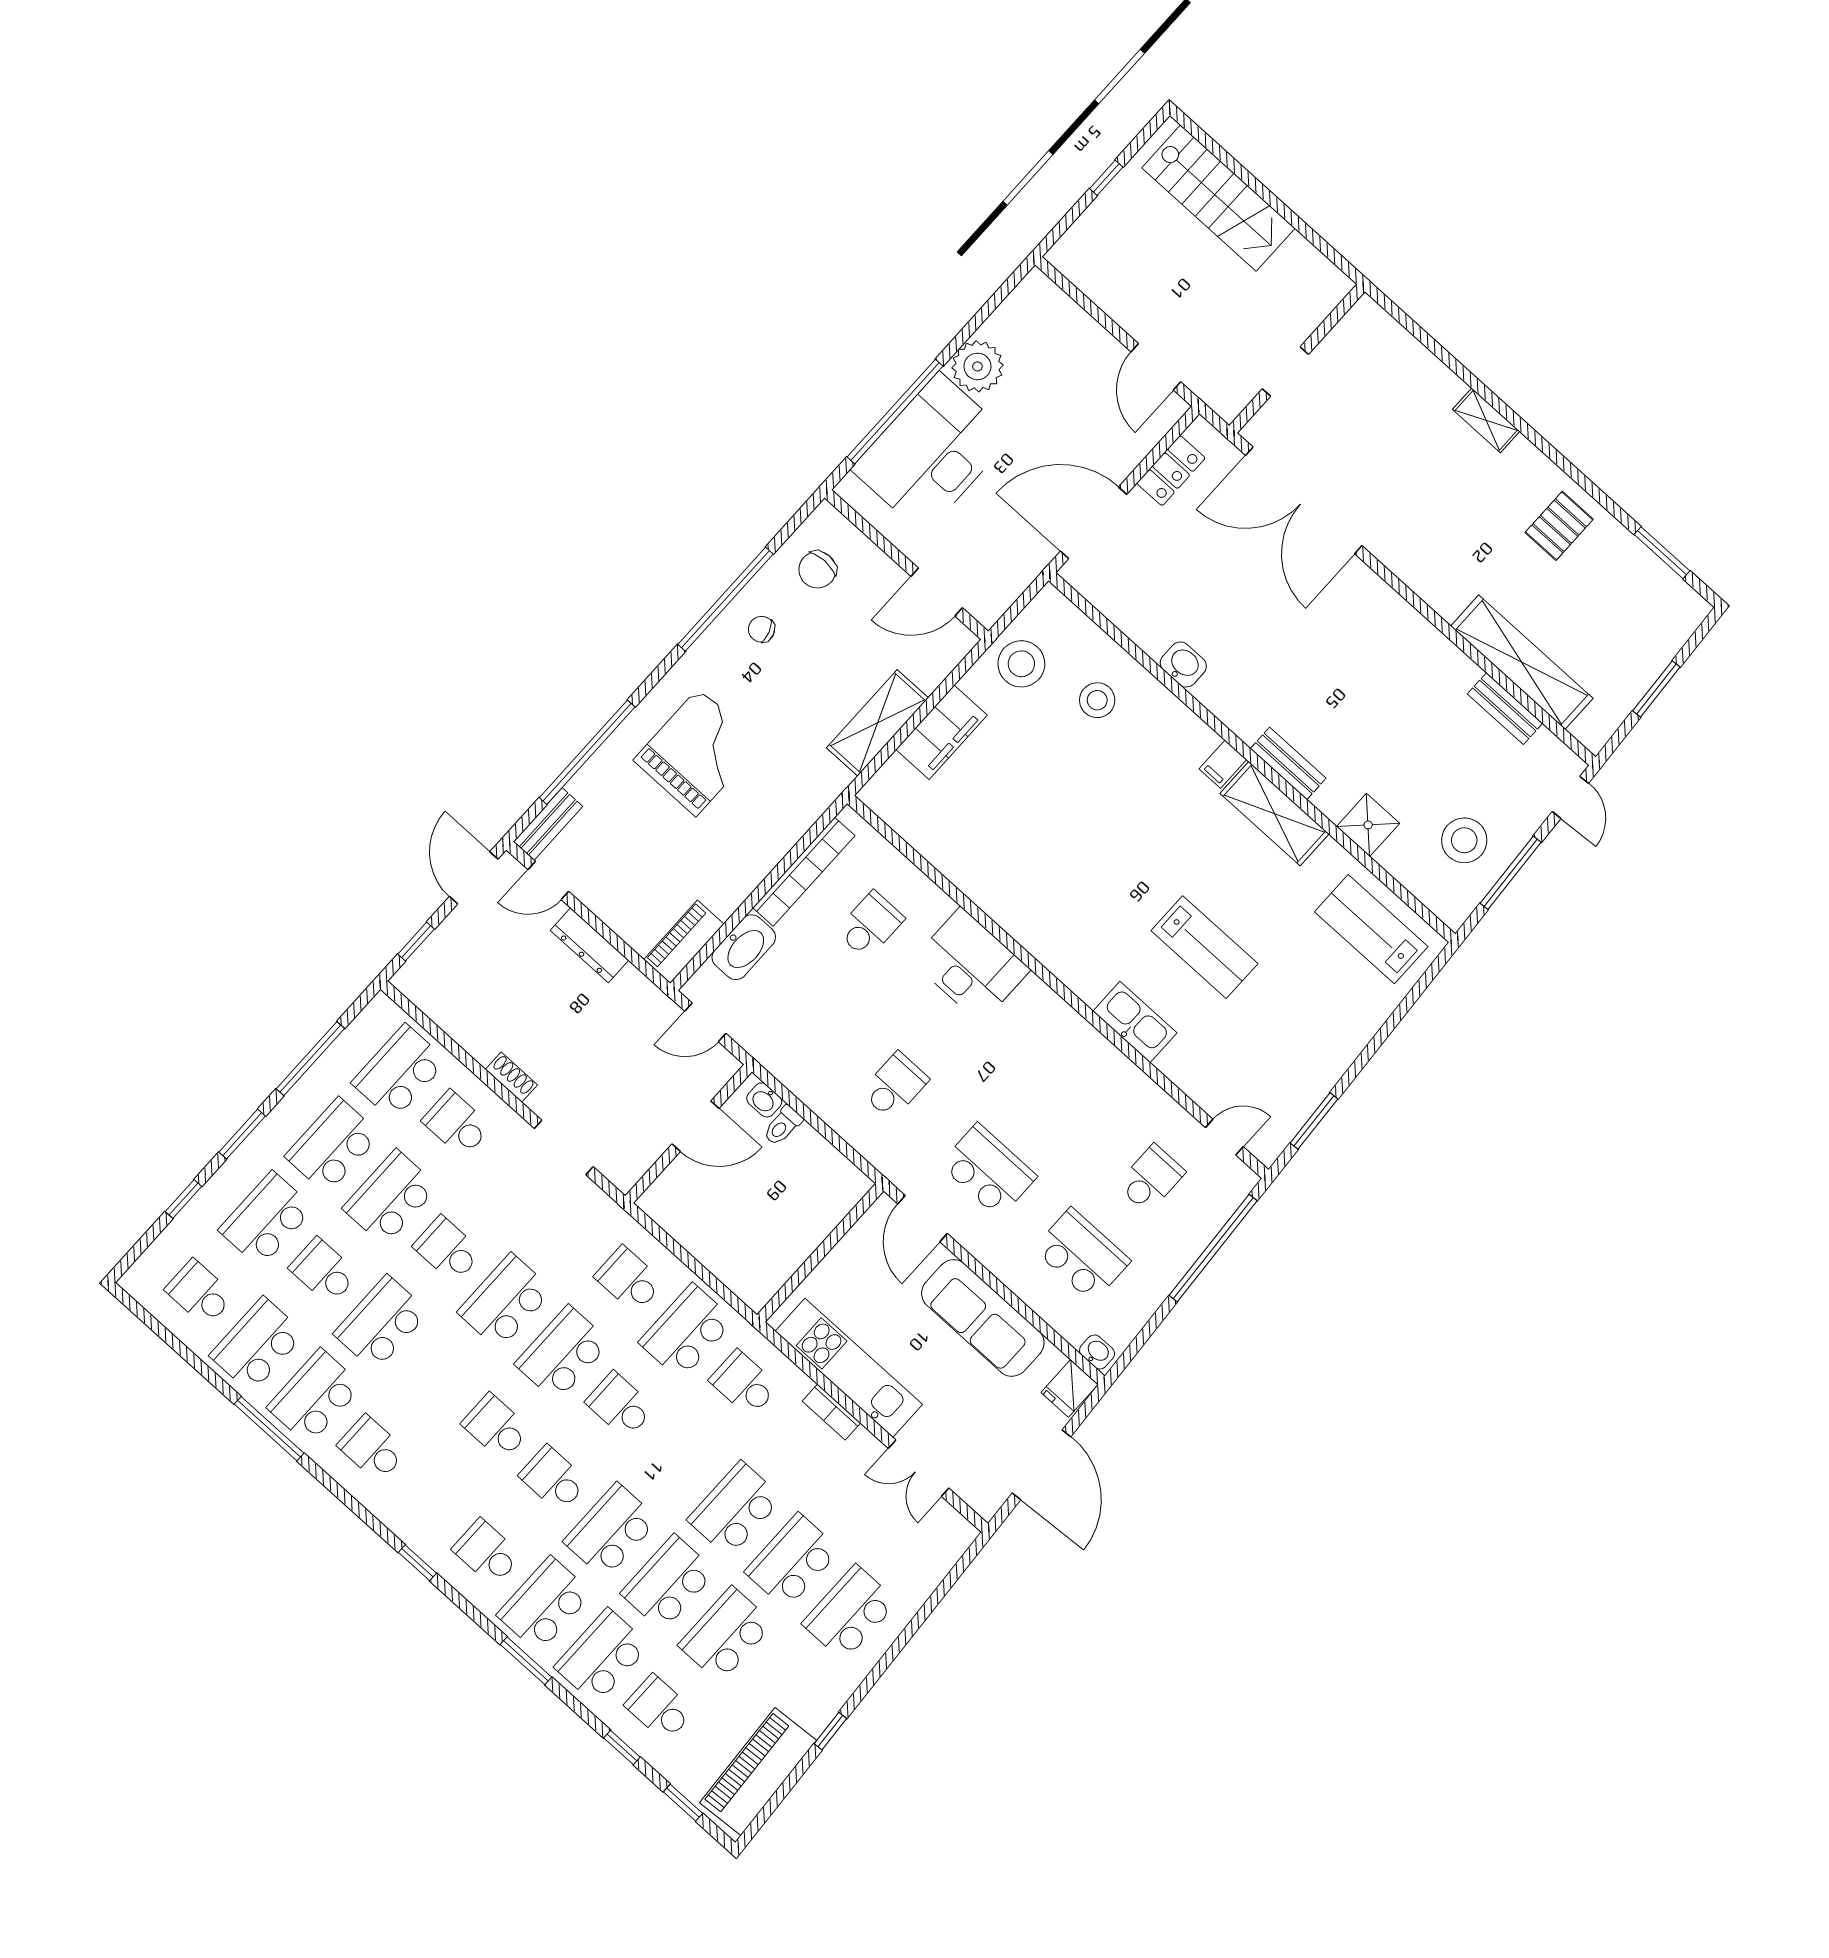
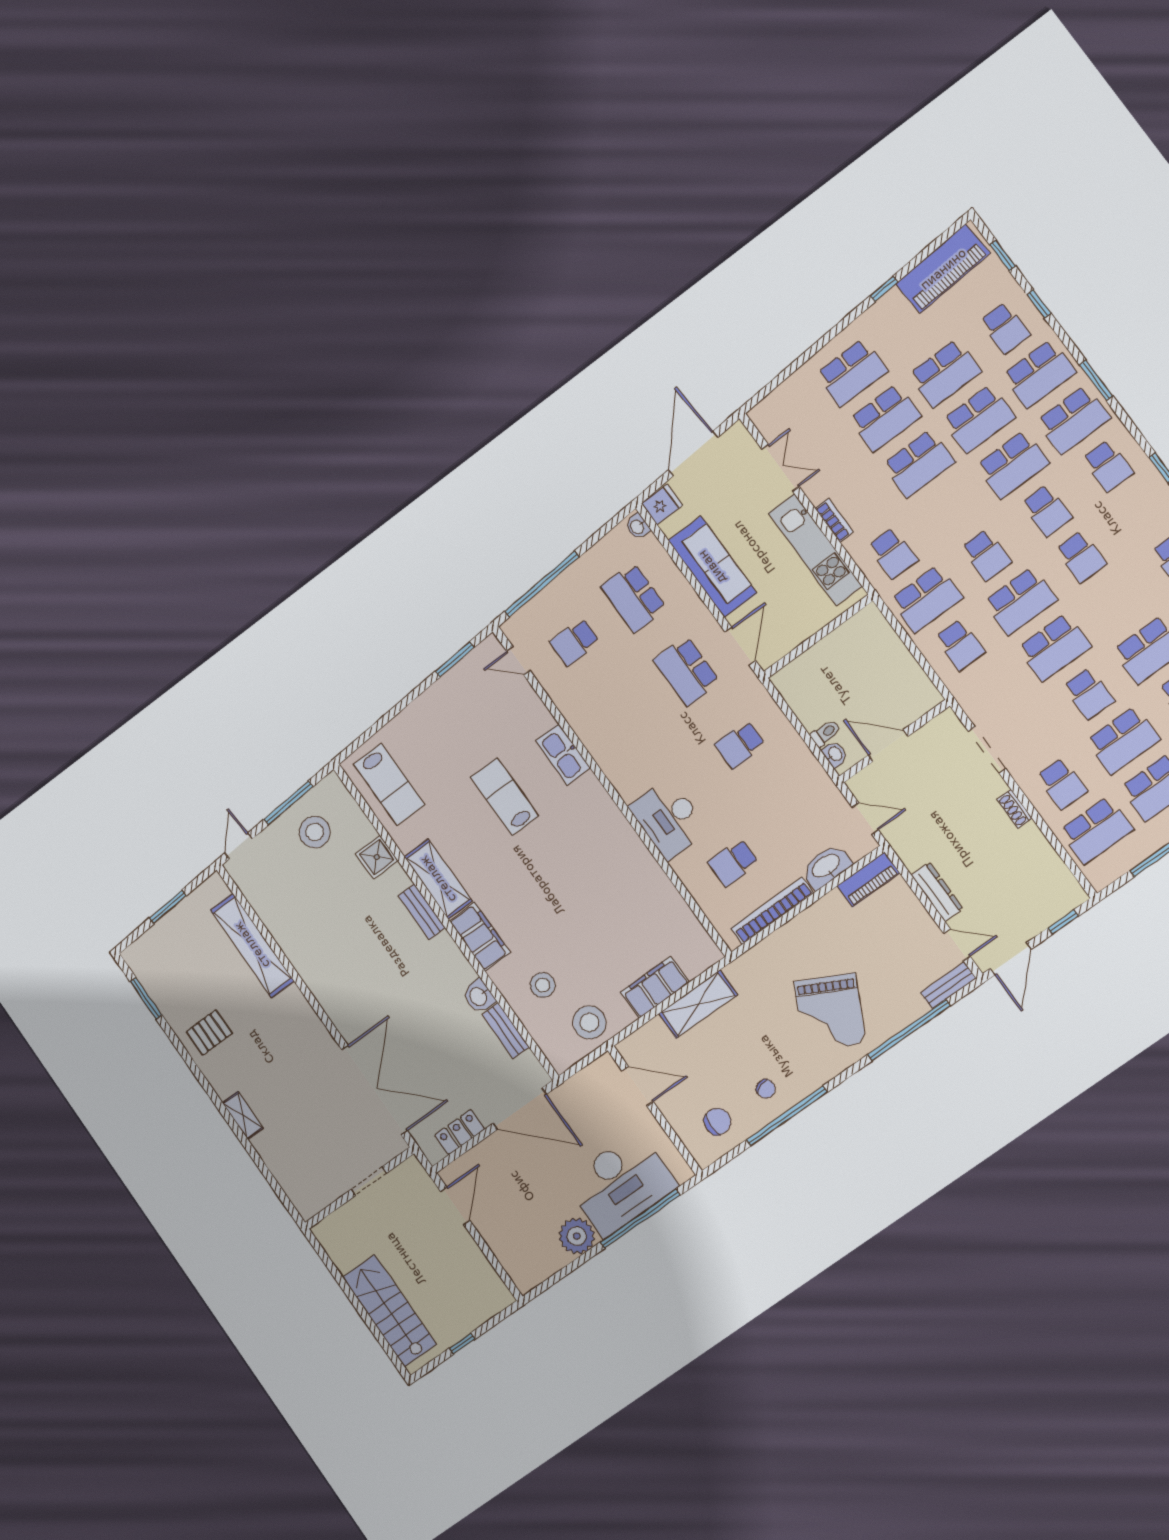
bench: (1505, 709) -> (506, 1031), moved
grand piano: (697, 752) -> (830, 1012), turned -63
filing cabinet: (1223, 764) -> (480, 937), width x3.00, depth x1.17

